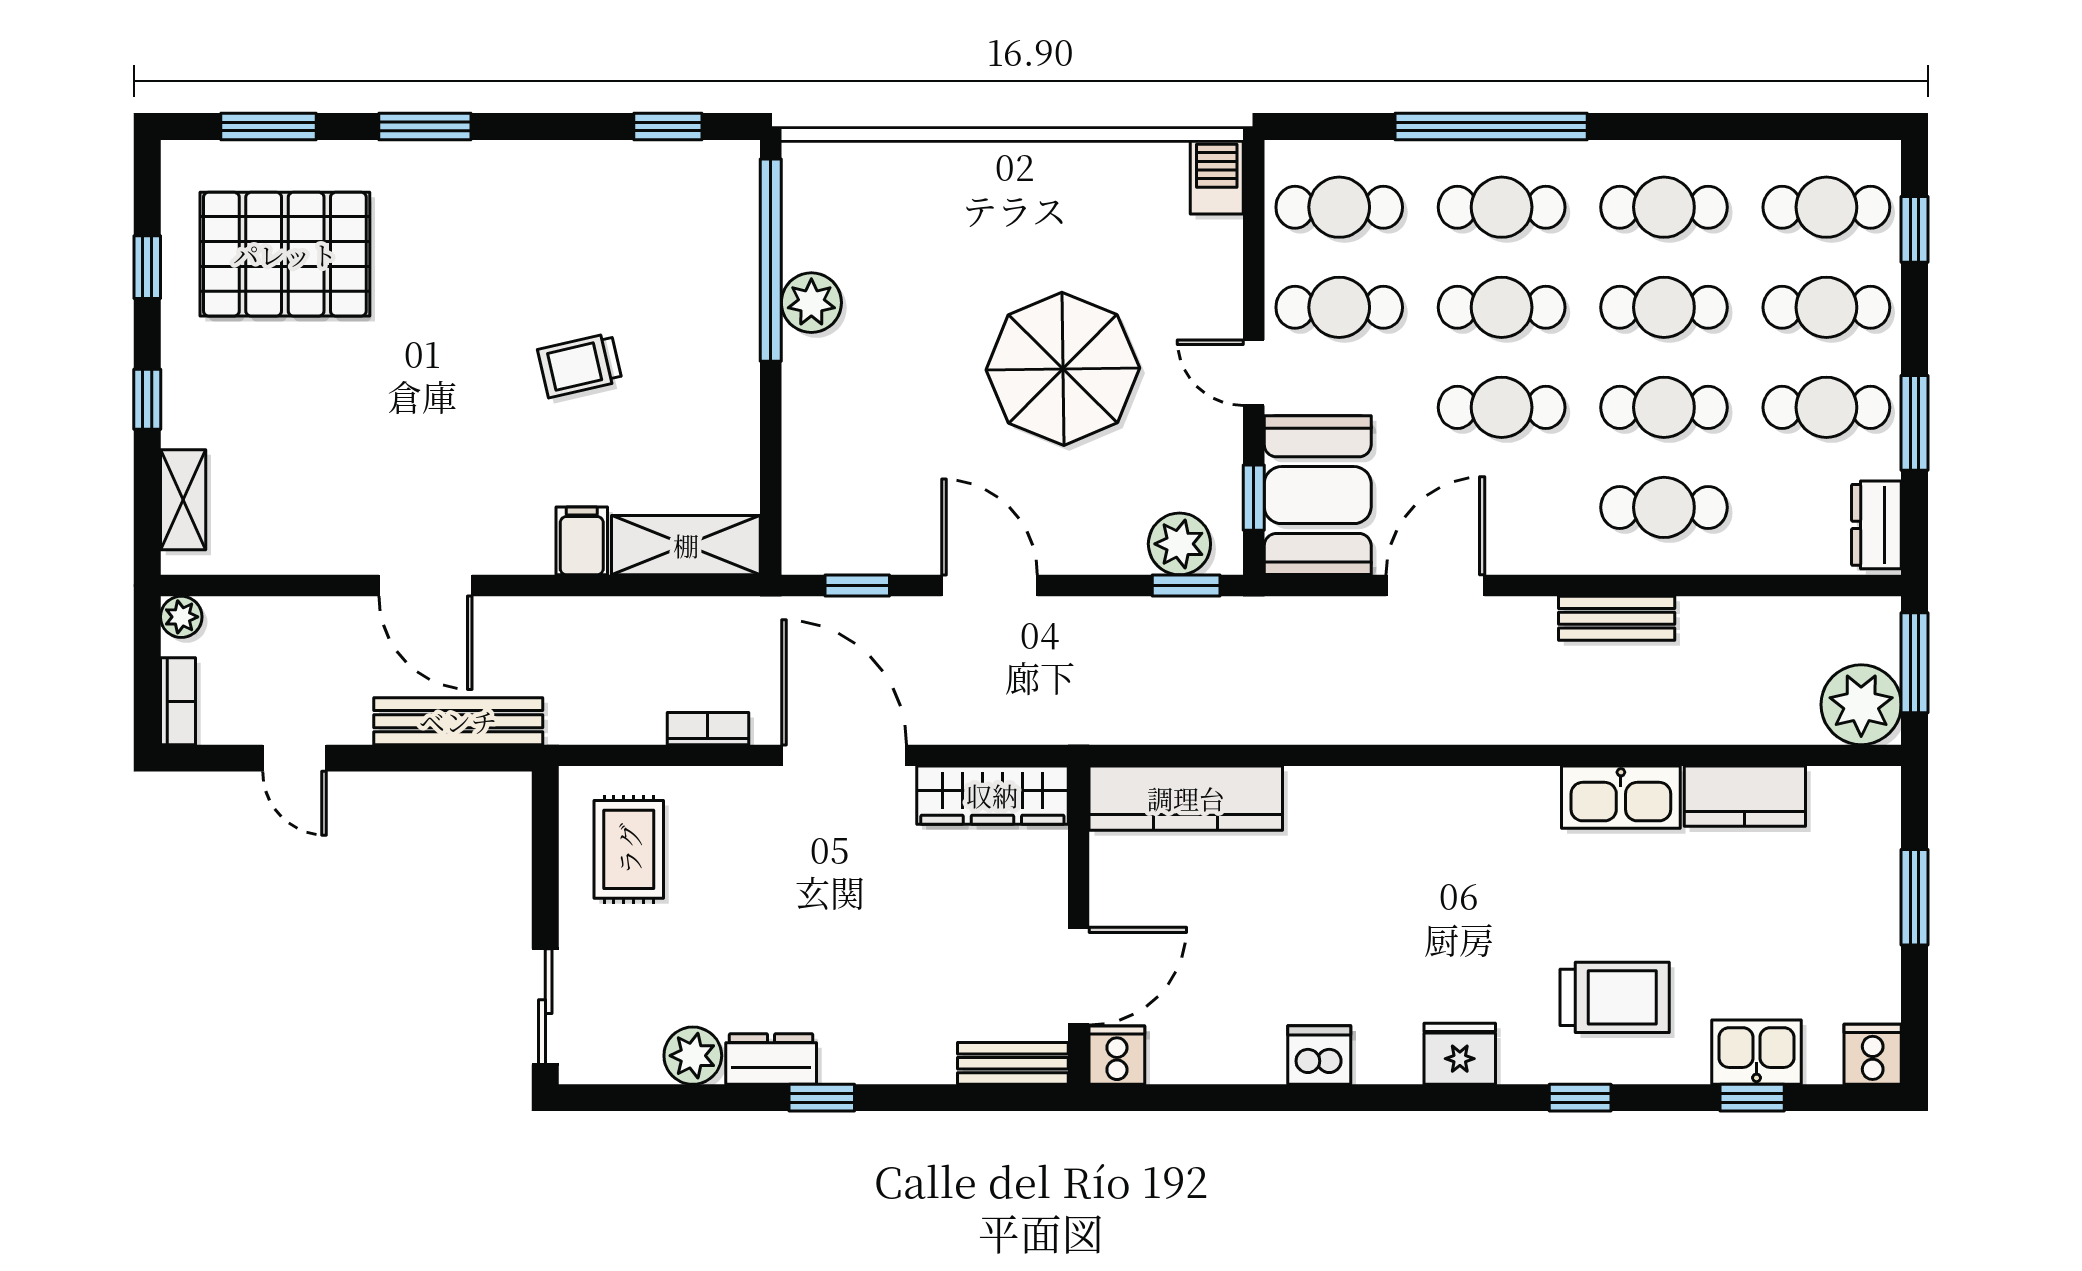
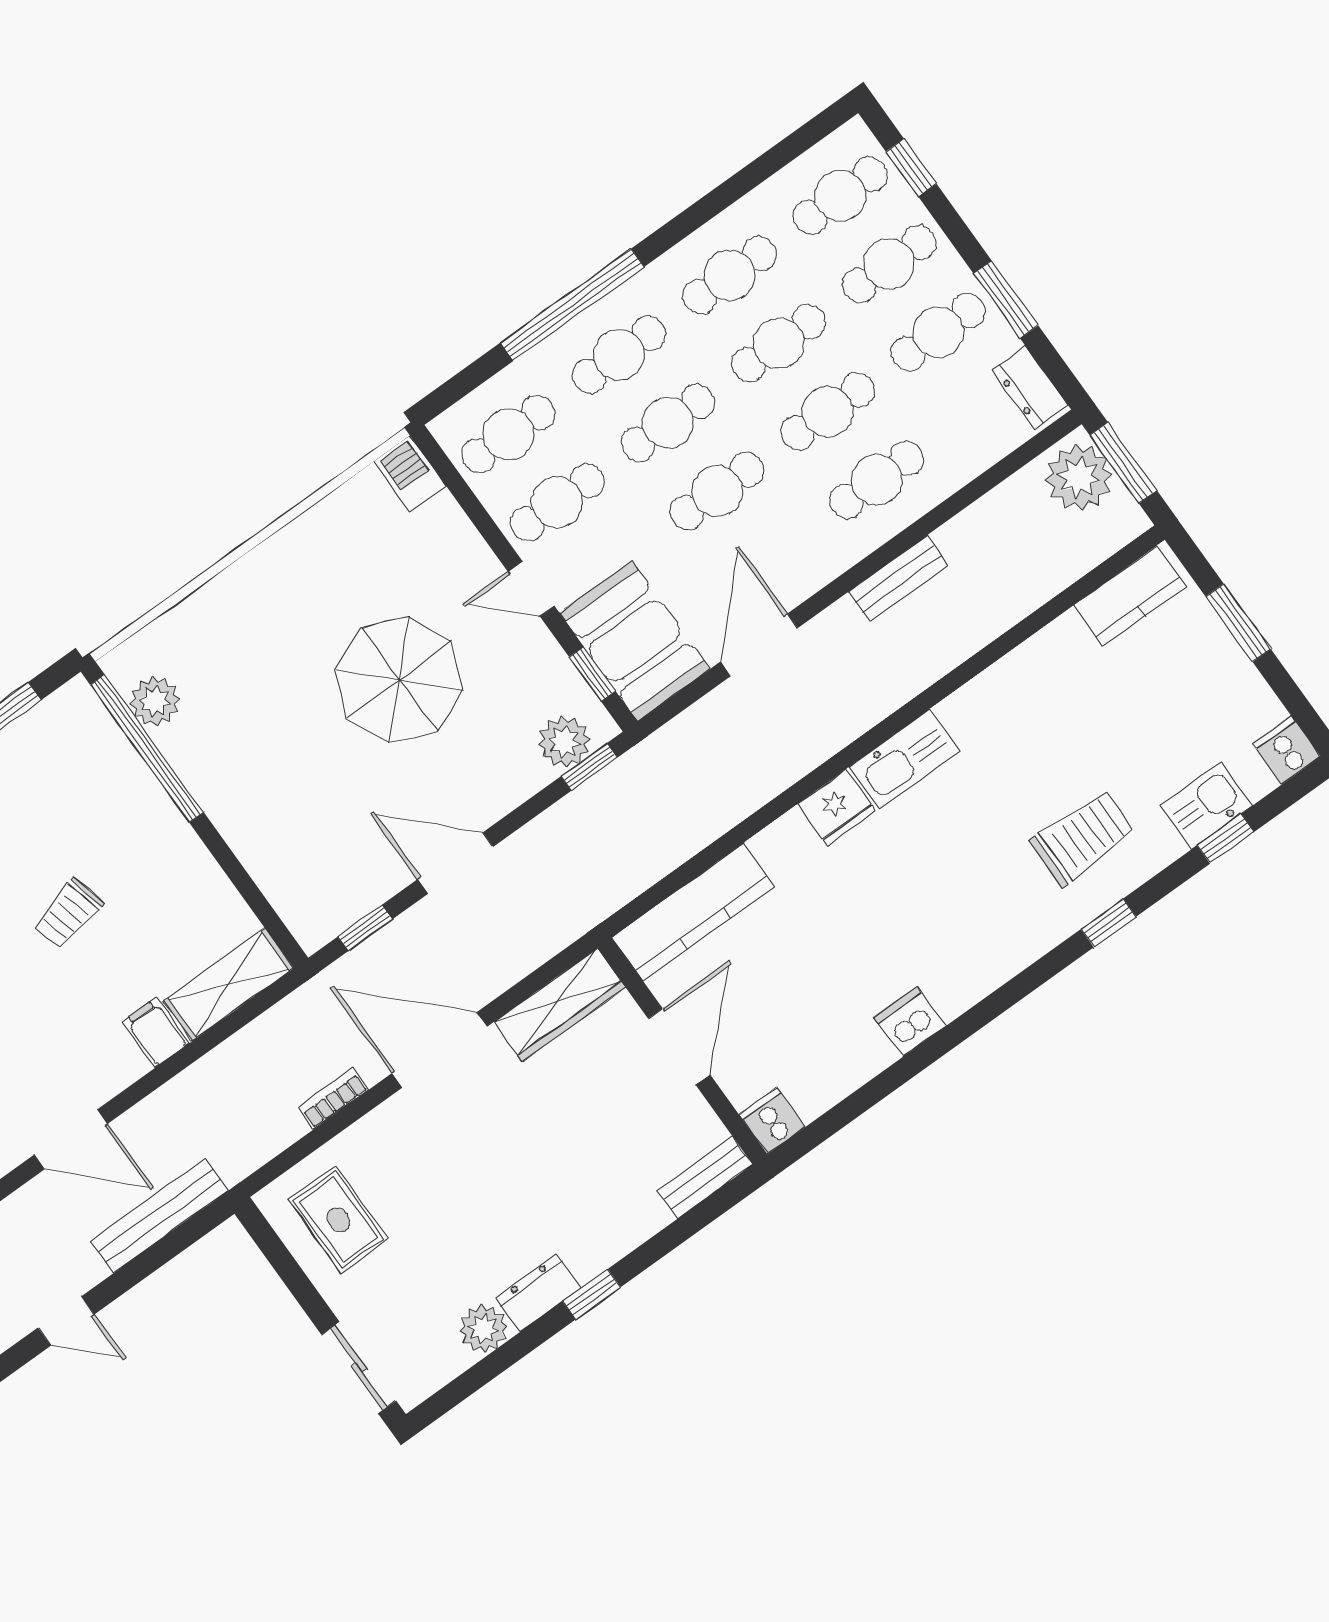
plant: (811, 303) -> (155, 701), moved
plant: (1861, 705) -> (1079, 478), moved
kitchen counter: (1745, 796) -> (1130, 596), moved
kitchen sink: (1621, 797) -> (904, 759), moved
door: (1079, 976) -> (679, 1047), moved
fridge: (1460, 1054) -> (837, 807), moved, turned 180

